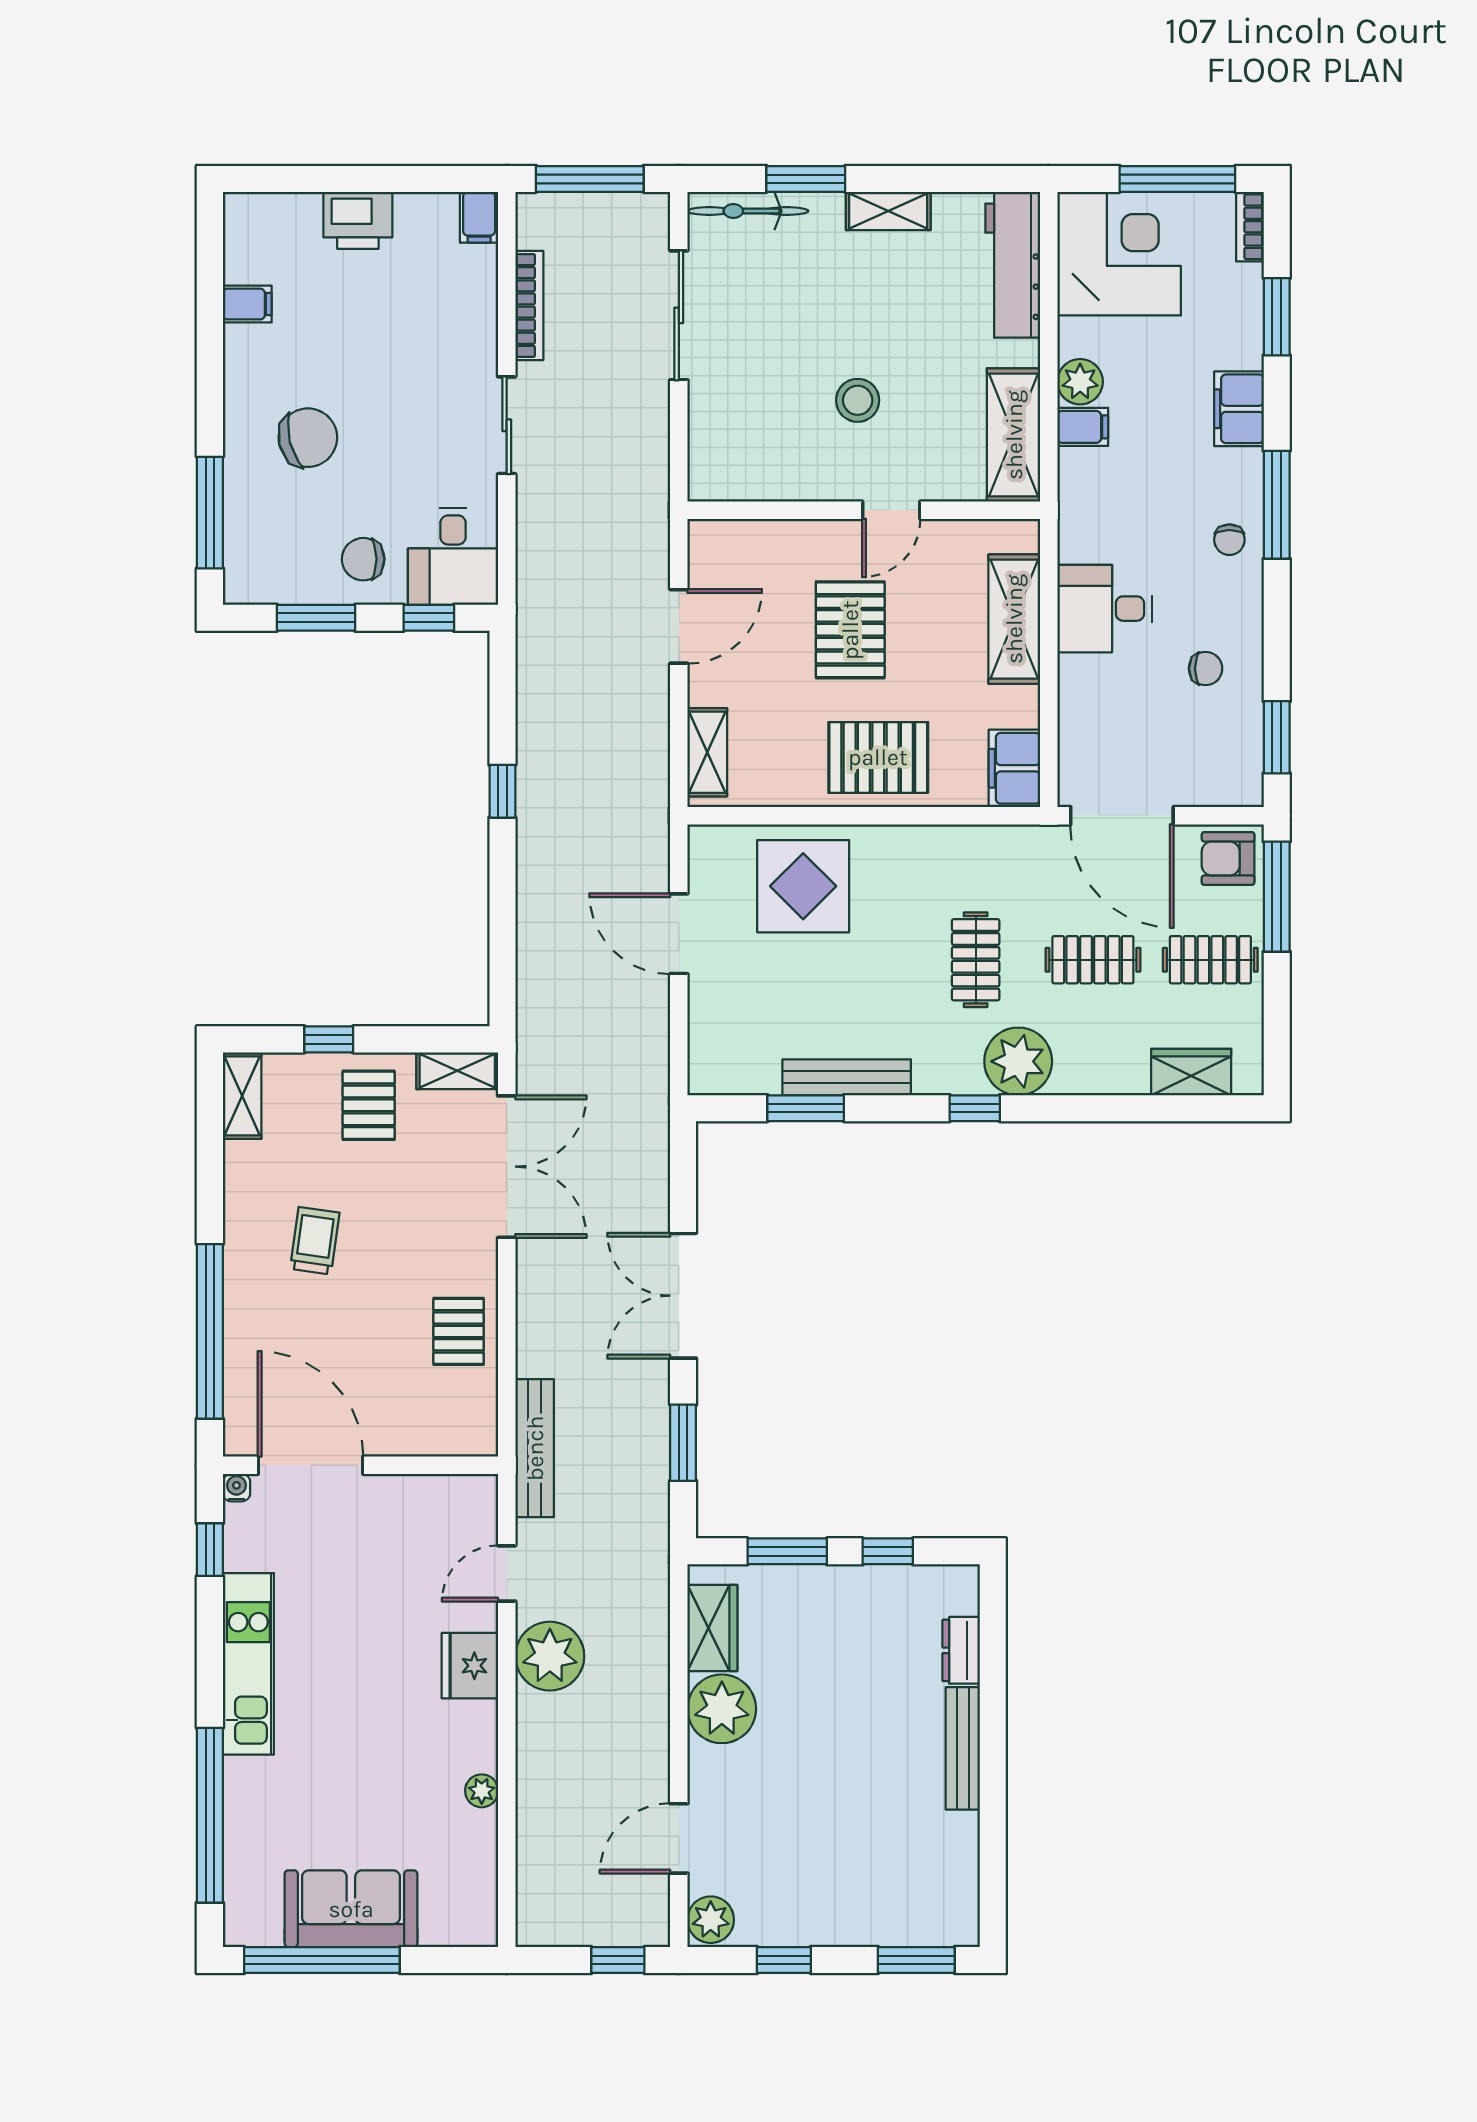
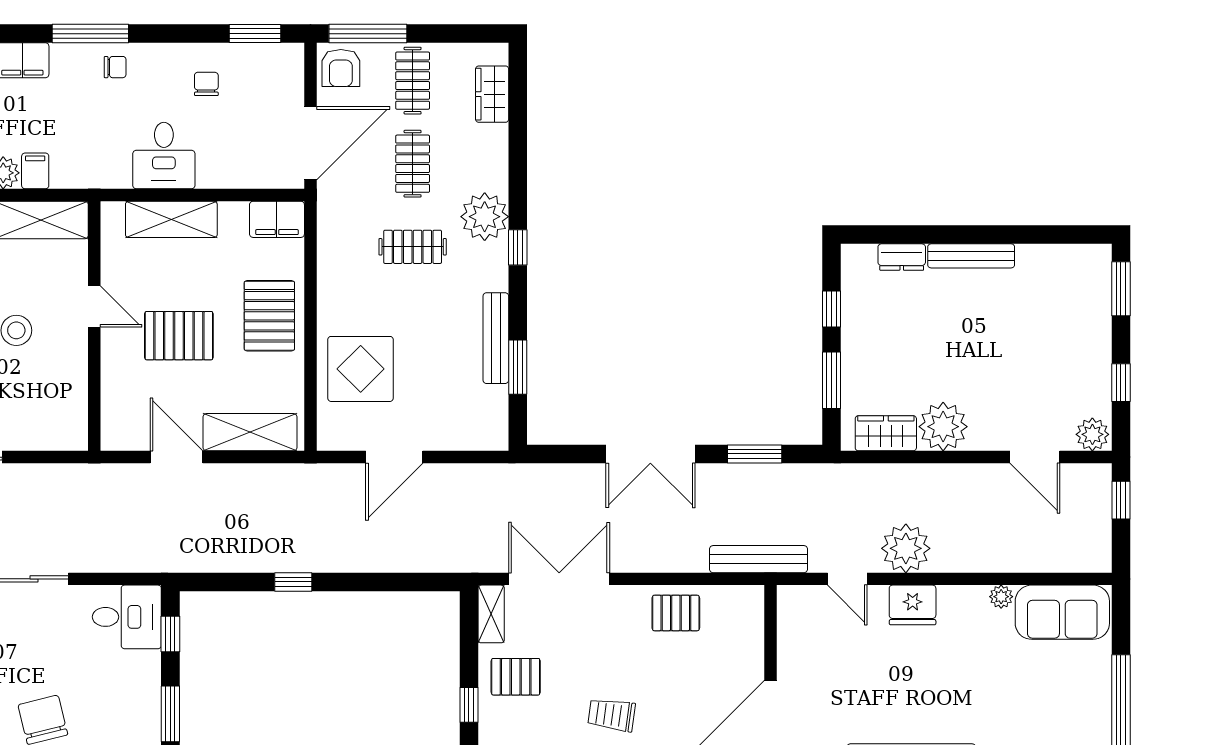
chair: (363, 559) -> (129, 681), removed
shelving: (707, 752) -> (250, 432), width x1.50, depth x1.33
sofa: (351, 1909) -> (1062, 612), moved, turned -90

